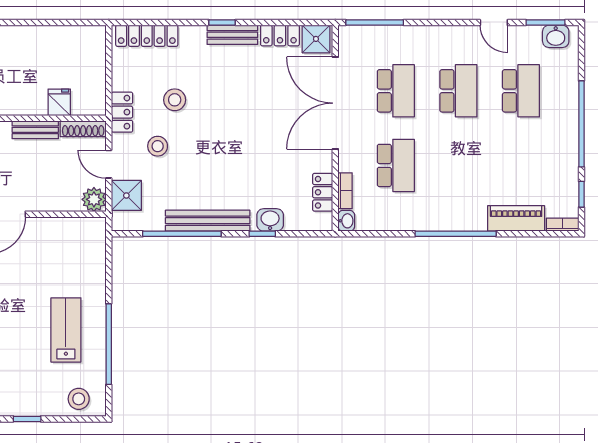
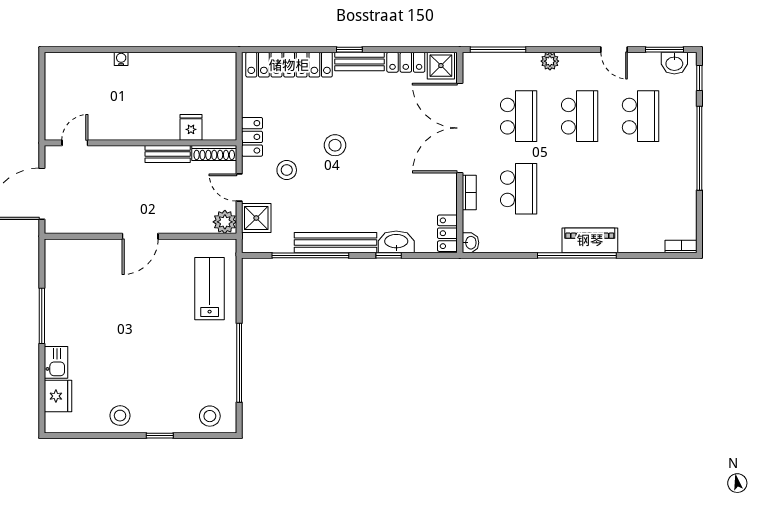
plant: (428, 34) -> (550, 61), added
locker: (147, 36) -> (289, 65), width x1.41, depth x1.21
stool: (175, 100) -> (335, 145), moved
bookcase: (345, 191) -> (469, 192), moved
locker: (323, 192) -> (447, 233), moved
window: (581, 194) -> (699, 78), moved
piano: (516, 218) -> (590, 240), moved
washbasin: (270, 220) -> (396, 242), width x1.38
lab bench: (66, 330) -> (210, 289), moved

